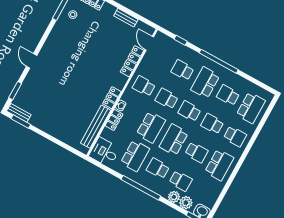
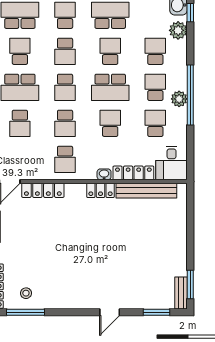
school desk: (228, 95) -> (20, 51), turned 180
locker: (114, 120) -> (133, 173), width x1.53
school desk: (151, 127) -> (110, 123), width x0.54
school desk: (135, 156) -> (155, 123), width x0.54
school desk: (158, 168) -> (155, 87), turned 180
plant: (174, 197) -> (179, 99), moved

